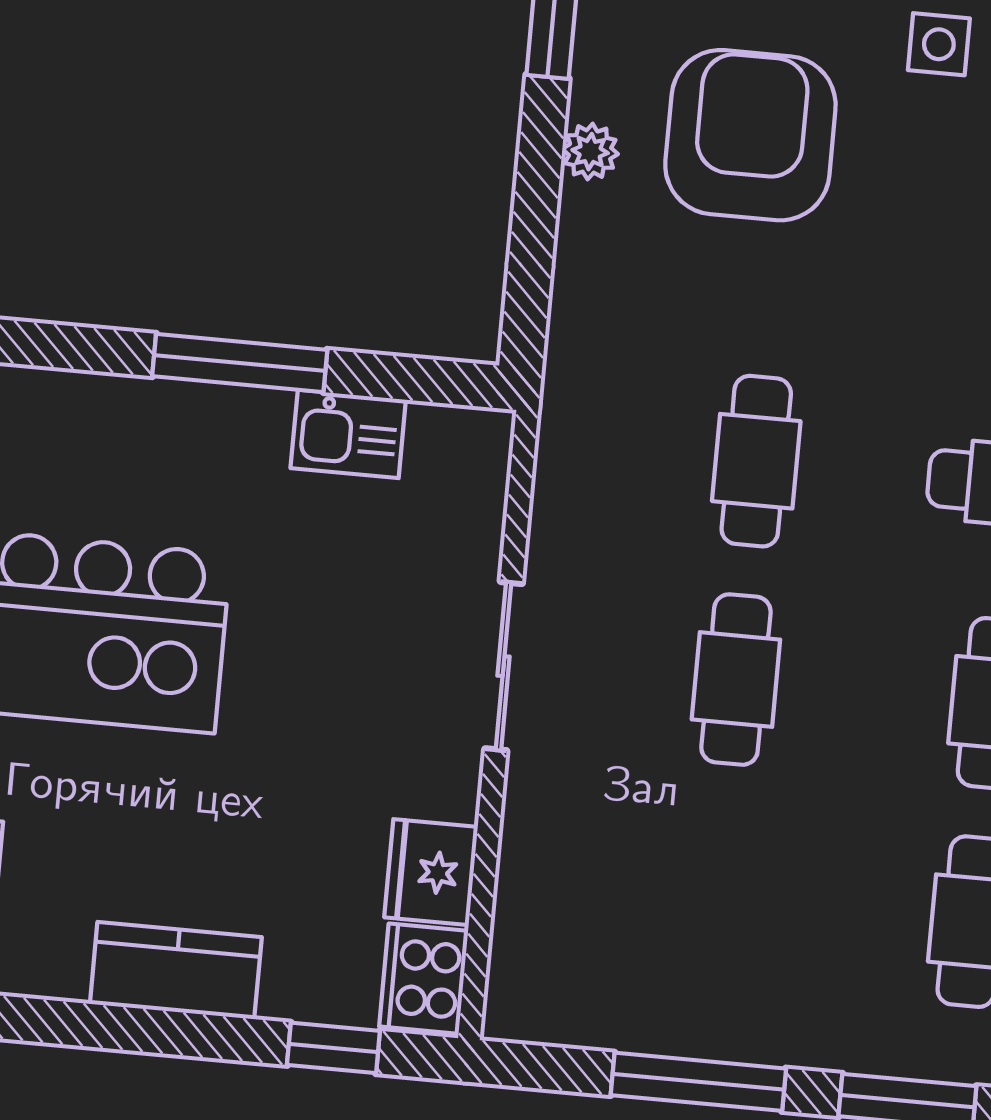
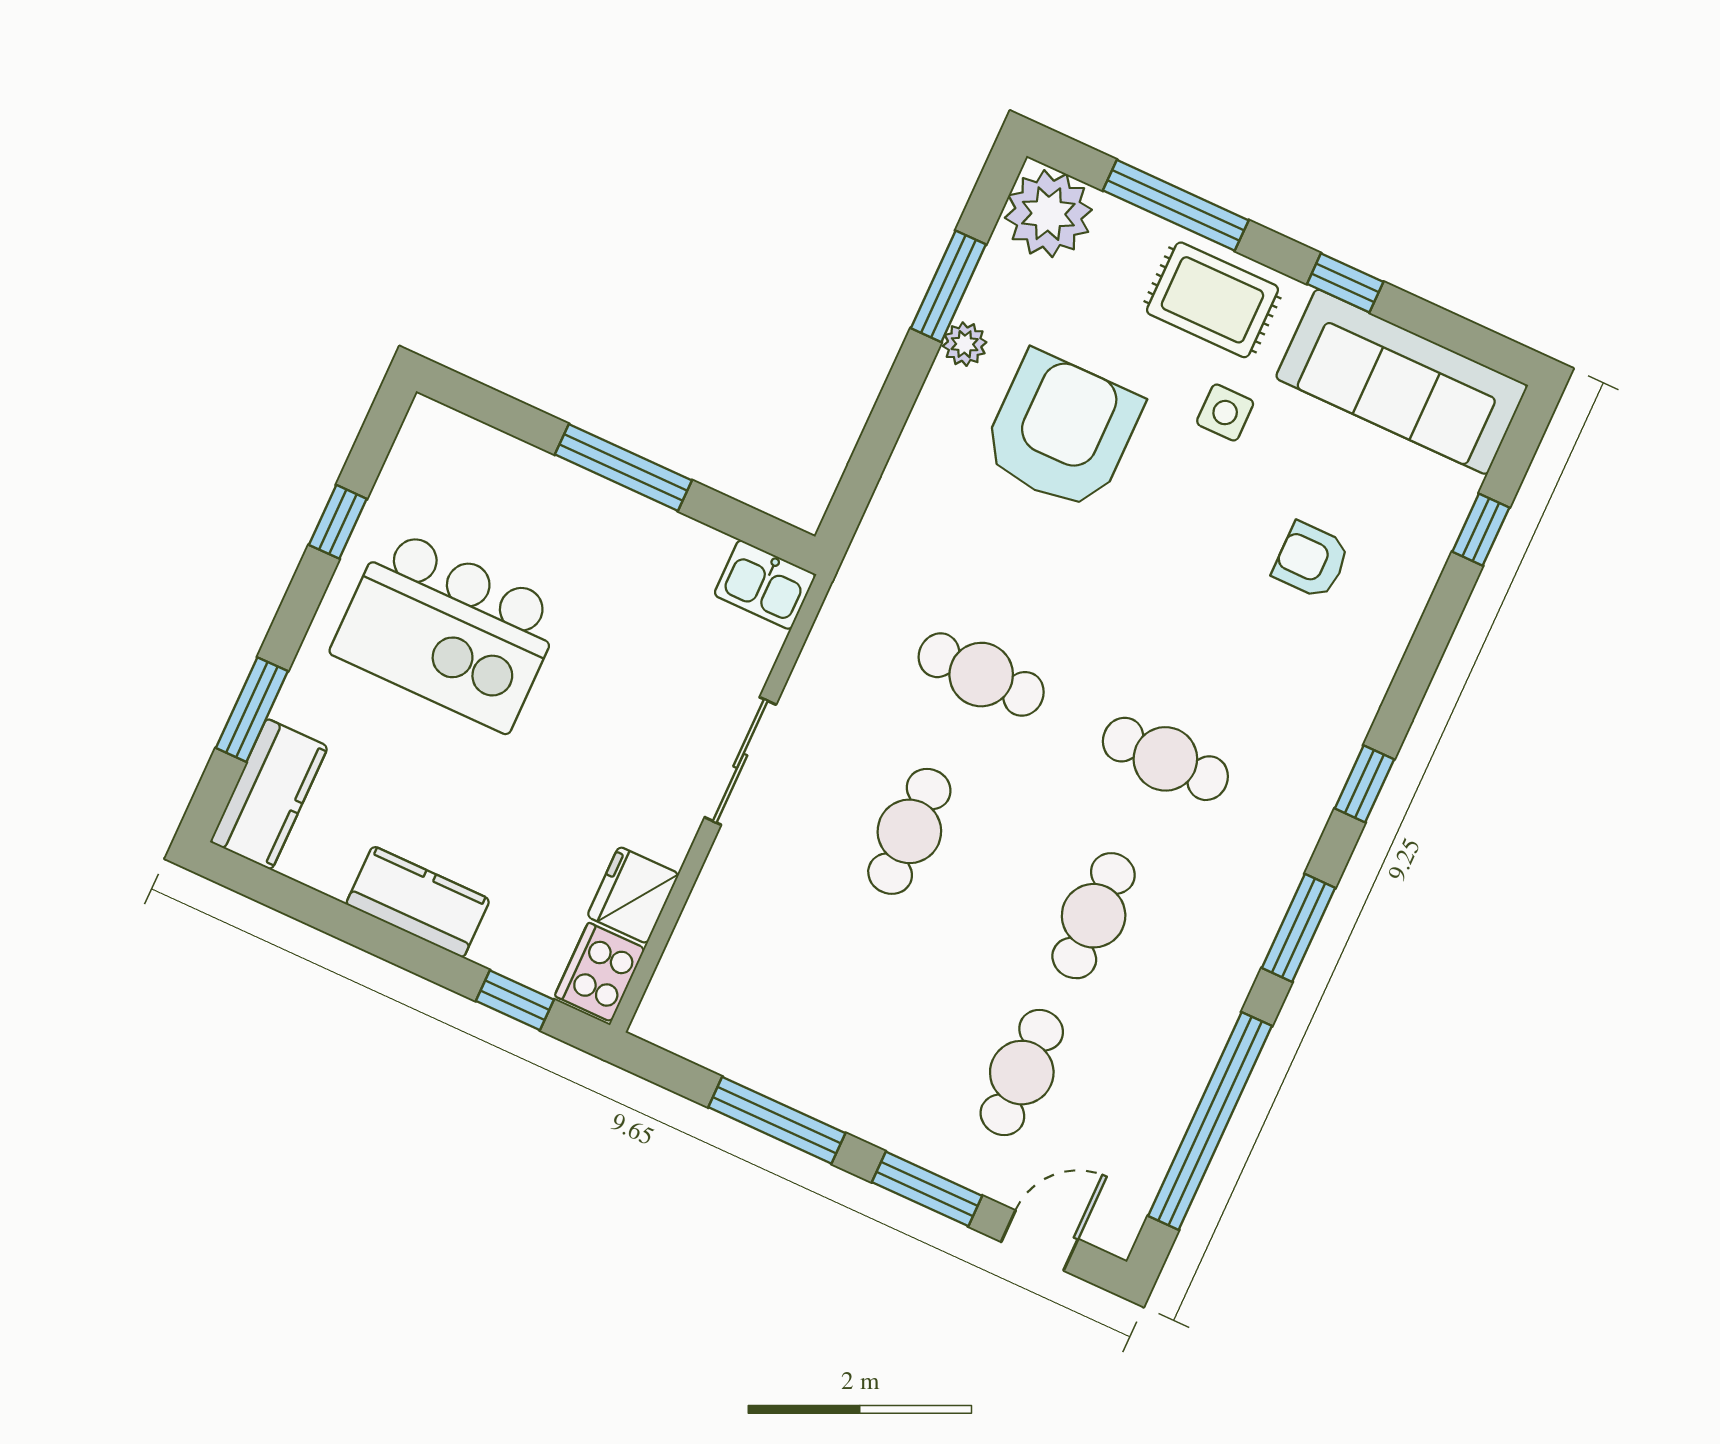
plant: (590, 152) -> (965, 344), moved
kitchen sink: (348, 434) -> (765, 585), moved
cafe table: (756, 461) -> (981, 675), turned 90

